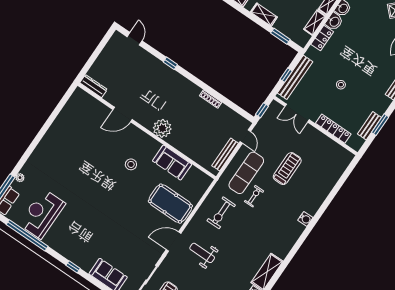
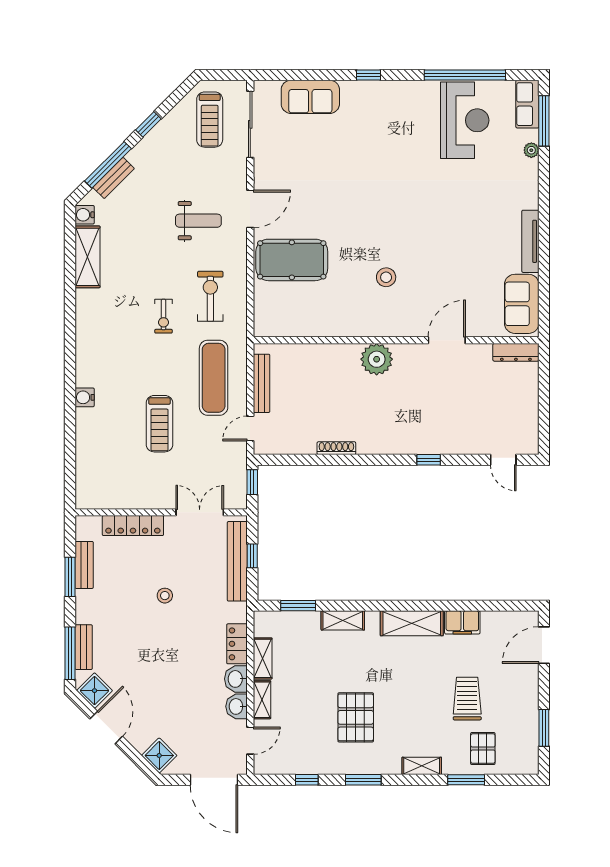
tv unit: (50, 134) -> (530, 241), added
door: (245, 137) -> (250, 429), hinge flipped
sofa: (172, 163) -> (522, 304), moved, turned -90
exercise bike: (254, 196) -> (163, 316), moved
water cooler: (305, 219) -> (85, 397), moved

